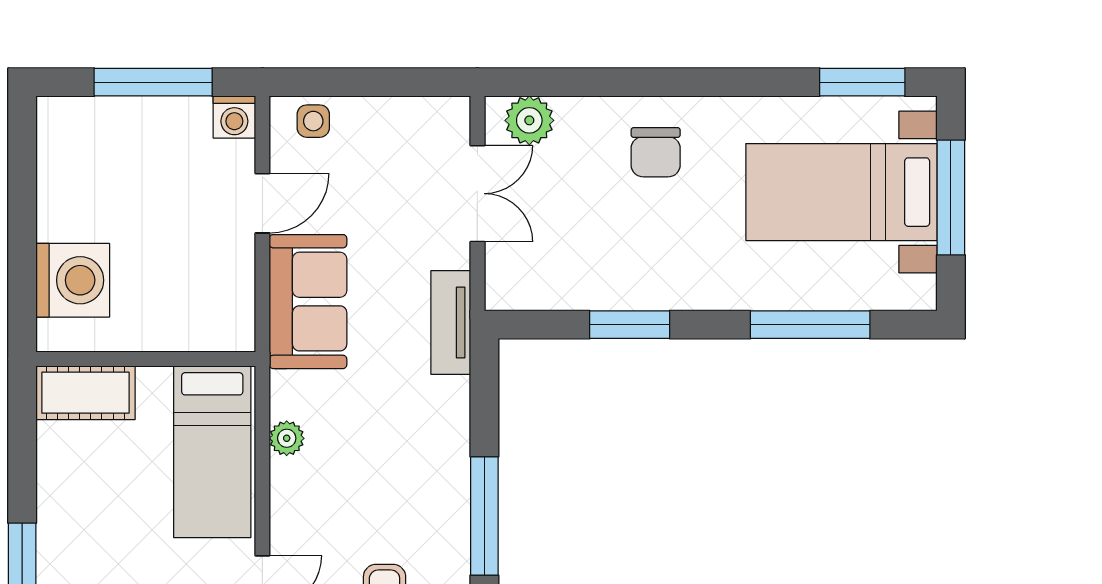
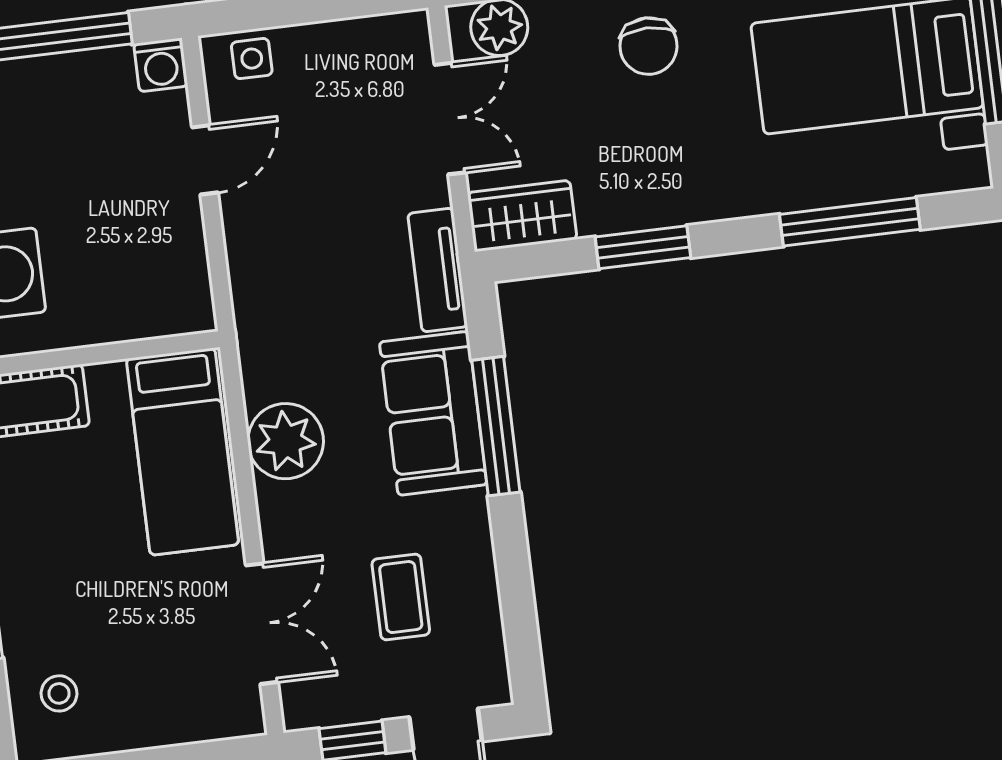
wardrobe: (529, 285) -> (522, 216), added
sofa: (308, 302) -> (433, 413), moved, turned 180
plant: (287, 438) -> (286, 441), width x1.87, depth x1.87
window: (484, 516) -> (496, 426), moved

